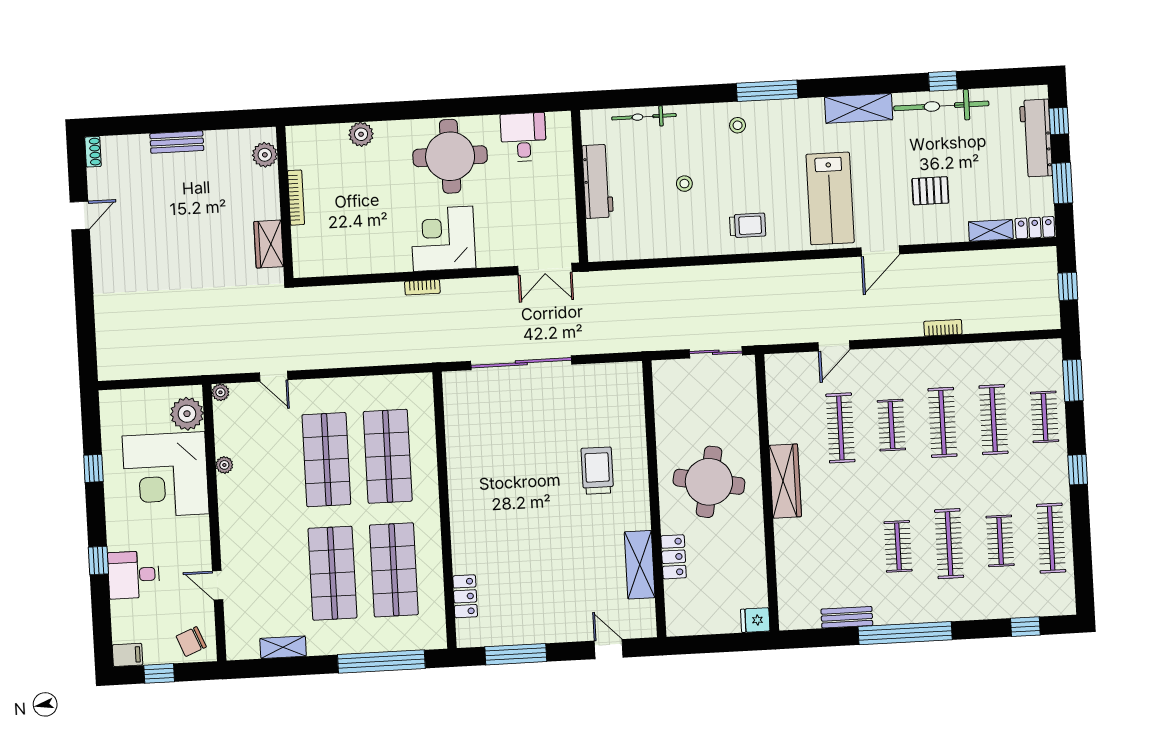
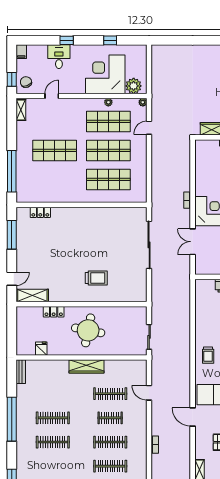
double door: (545, 269) -> (193, 242), moved
clothes rail: (1000, 541) -> (53, 466), removed
clothes rail: (898, 546) -> (53, 418), width x1.36
shelving: (640, 565) -> (32, 296), moved
shop shelf: (394, 570) -> (108, 121), moved
bench: (847, 617) -> (21, 372), moved
fridge: (755, 620) -> (41, 349), moved
shelving: (283, 647) -> (21, 110), moved
window: (159, 673) -> (12, 79), moved

